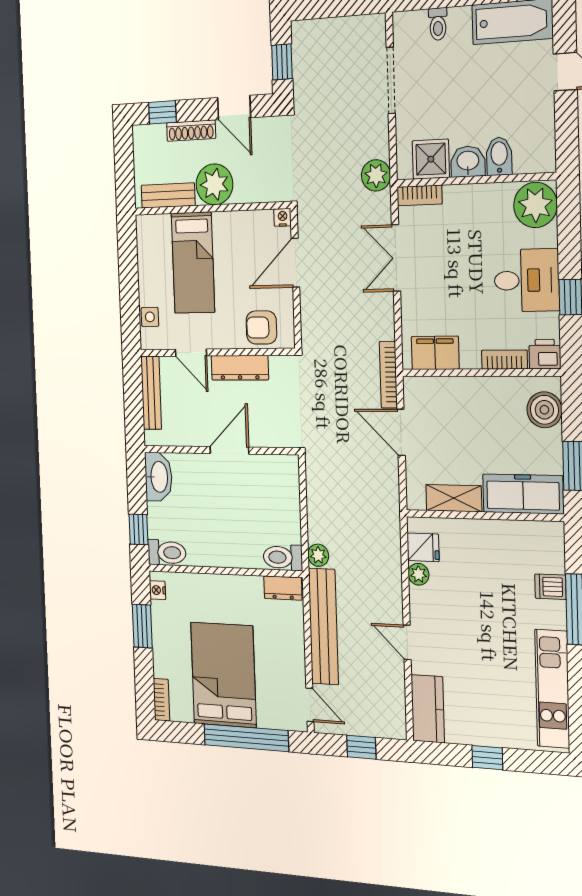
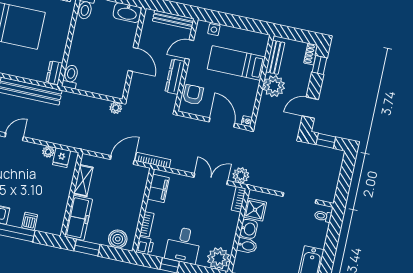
toilet: (438, 24) -> (323, 216), moved
shoe rack: (191, 131) -> (311, 54), moved, width x0.70
plant: (376, 175) -> (241, 175), moved
plant: (318, 555) -> (116, 108), moved

